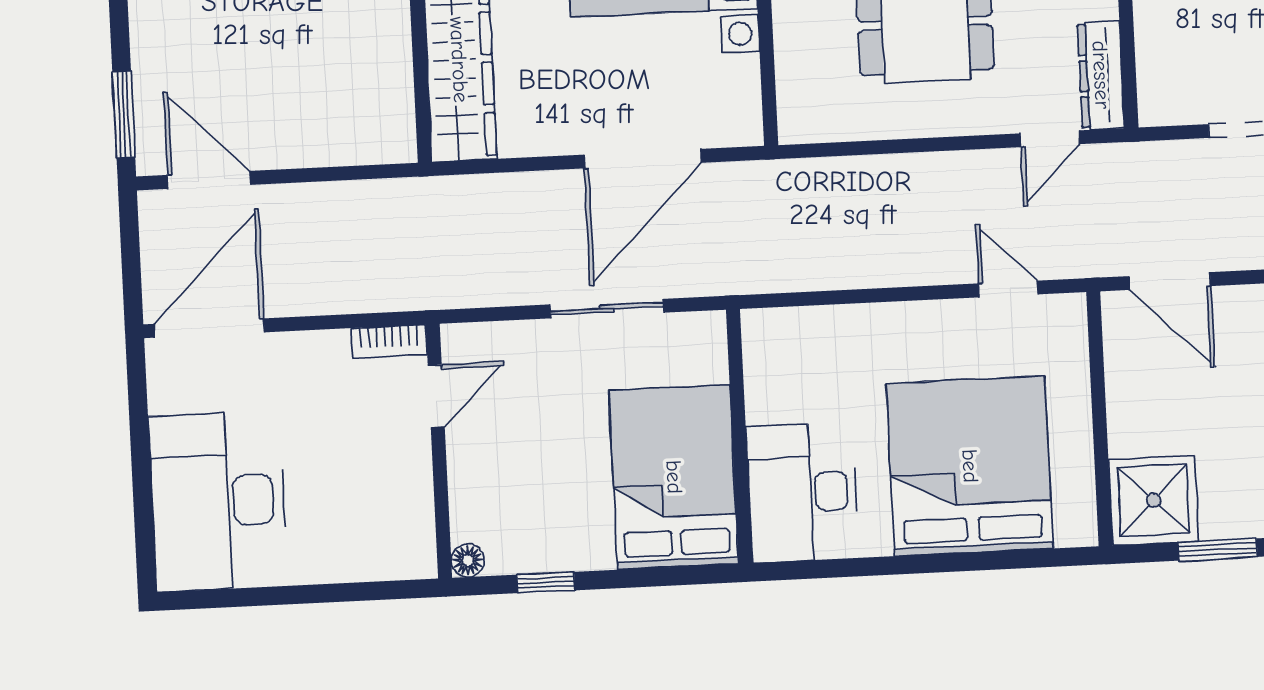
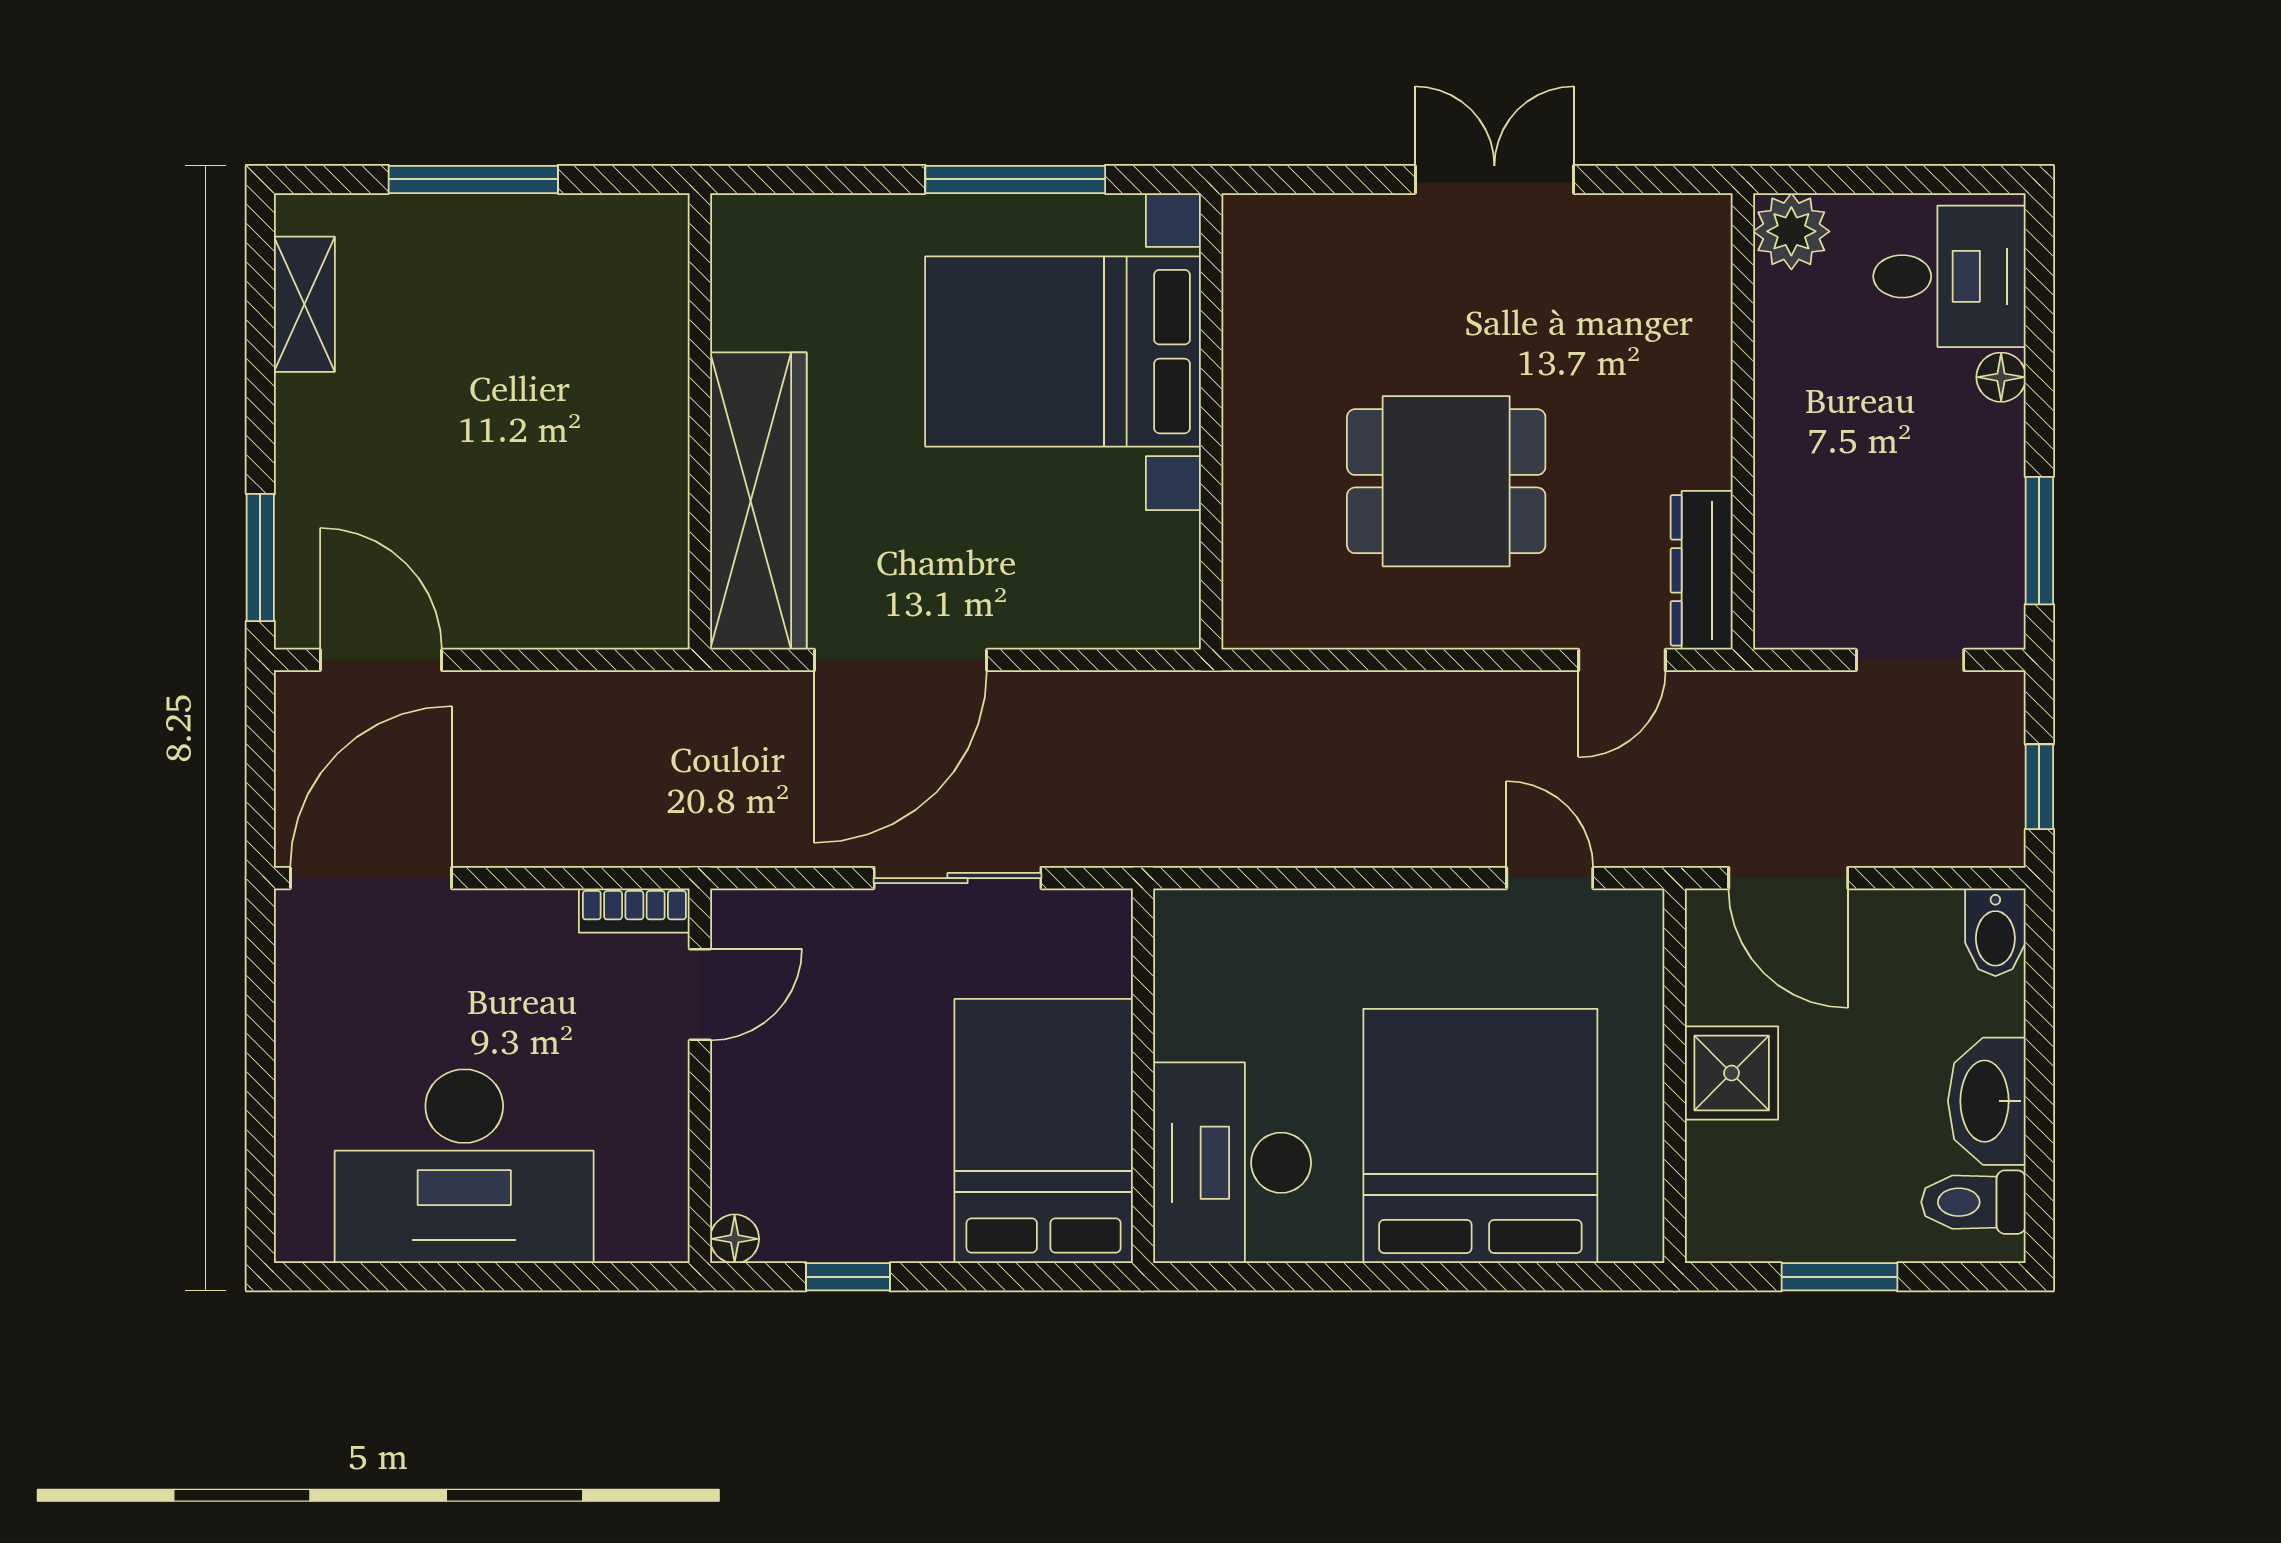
door: (643, 159) -> (901, 660), moved
shower: (1154, 500) -> (1732, 1073), moved, width x0.73, depth x0.73
desk: (218, 501) -> (464, 1166), moved, turned -90

